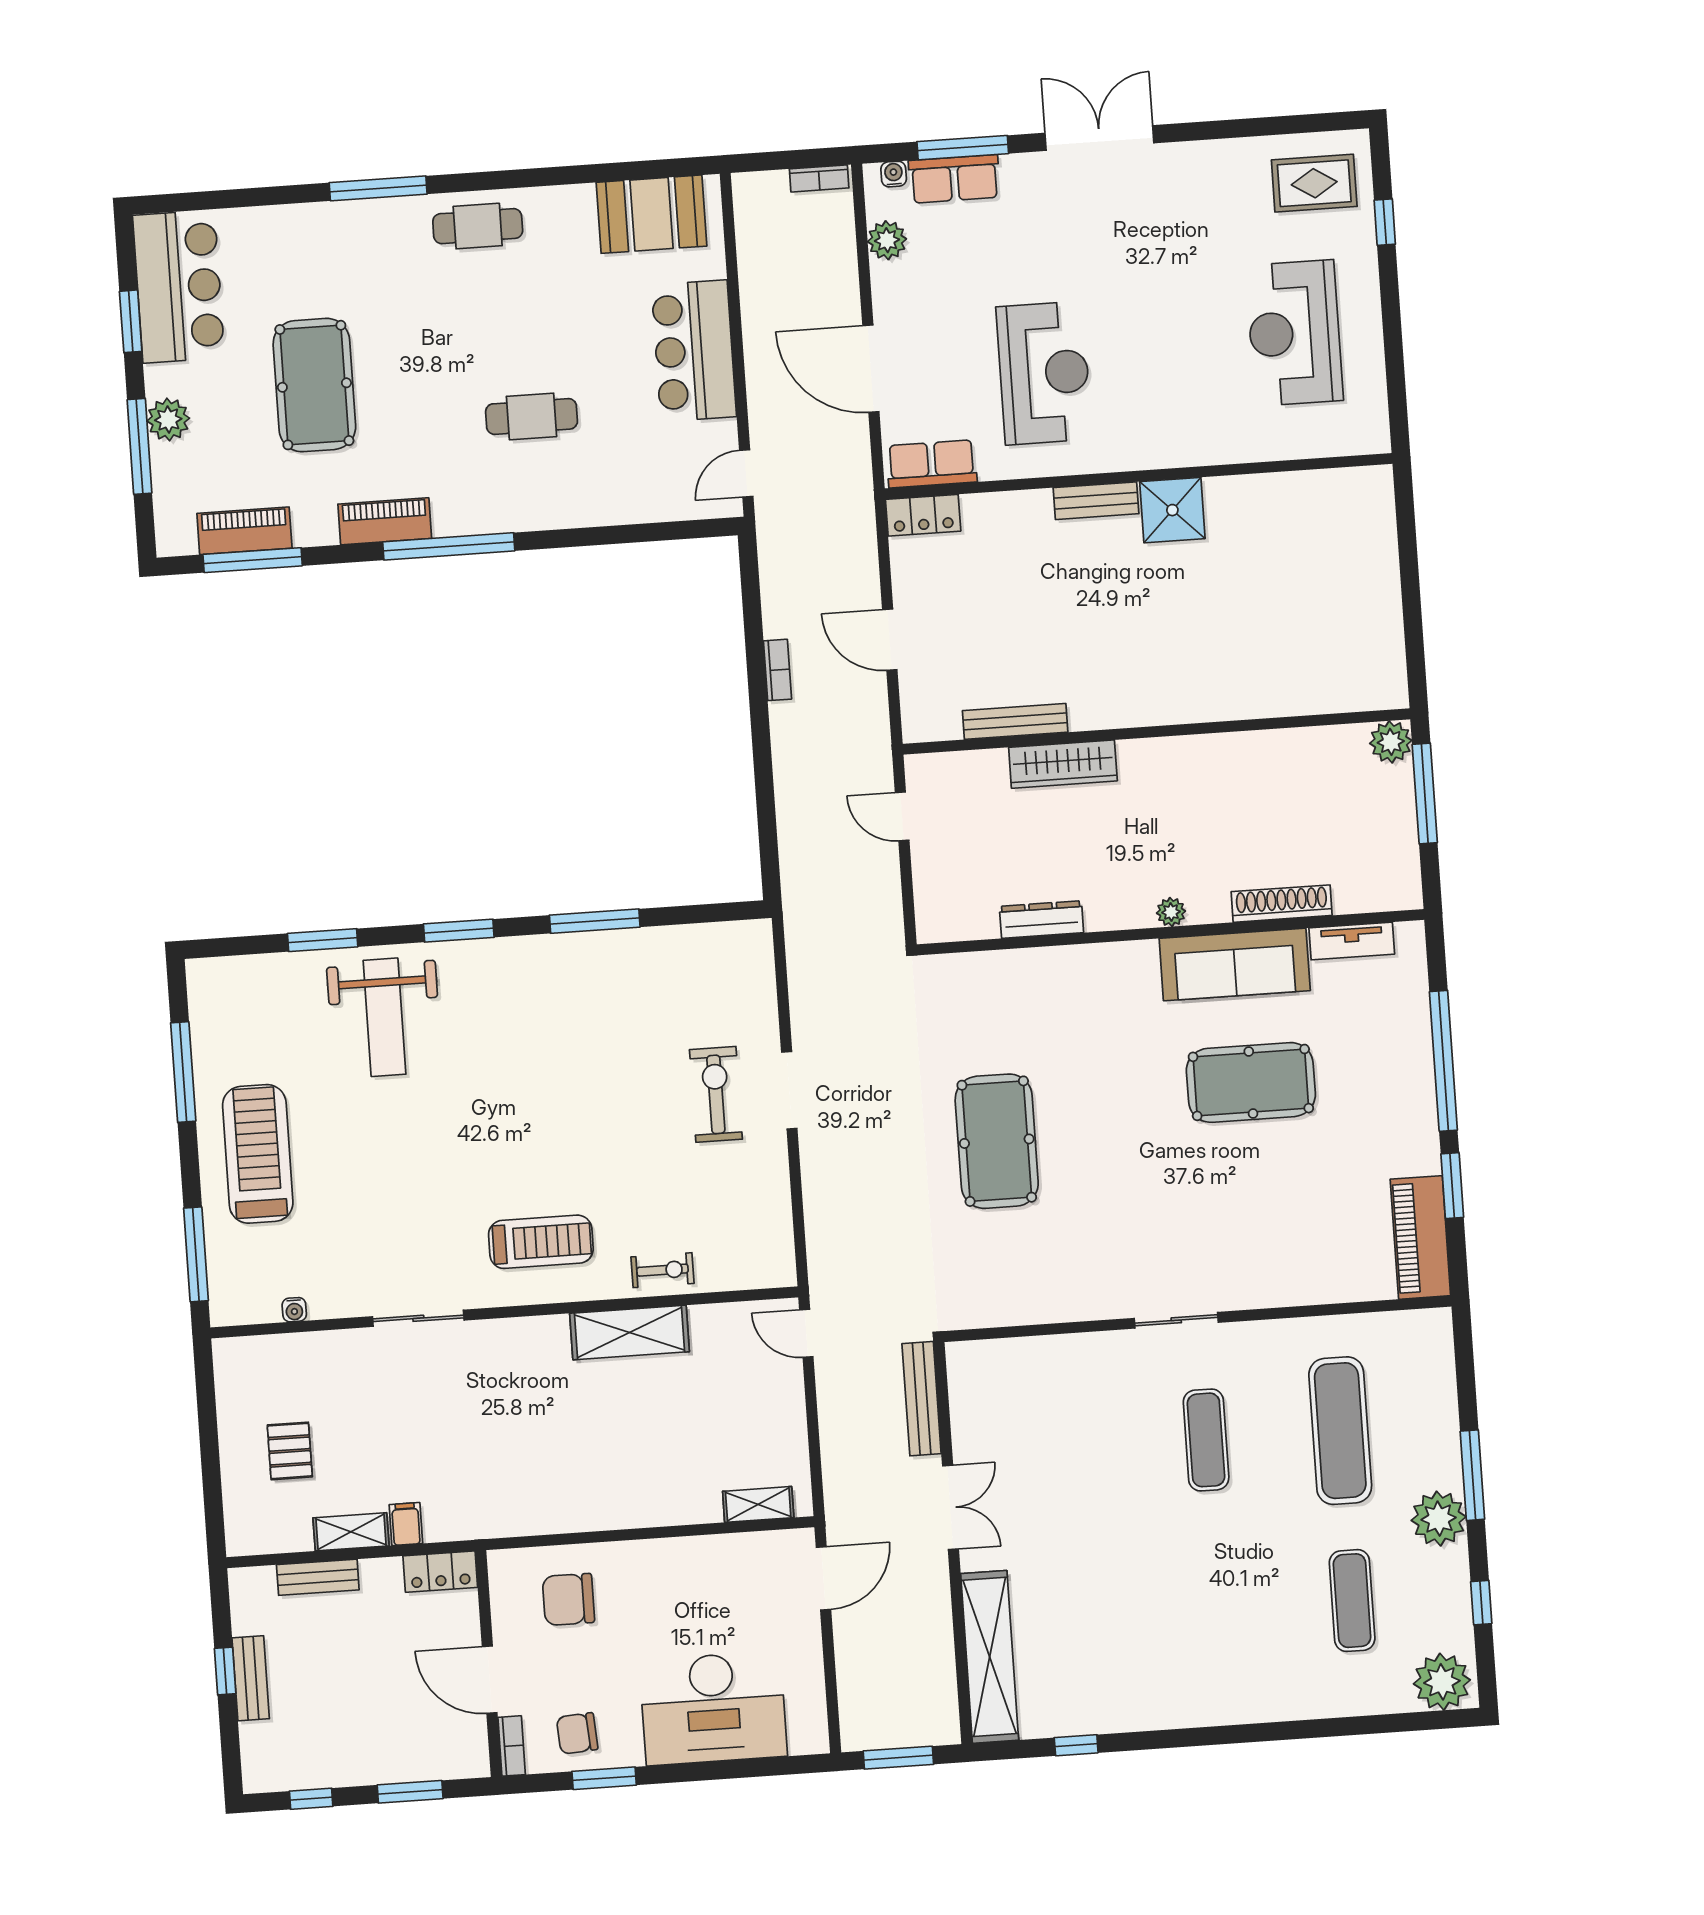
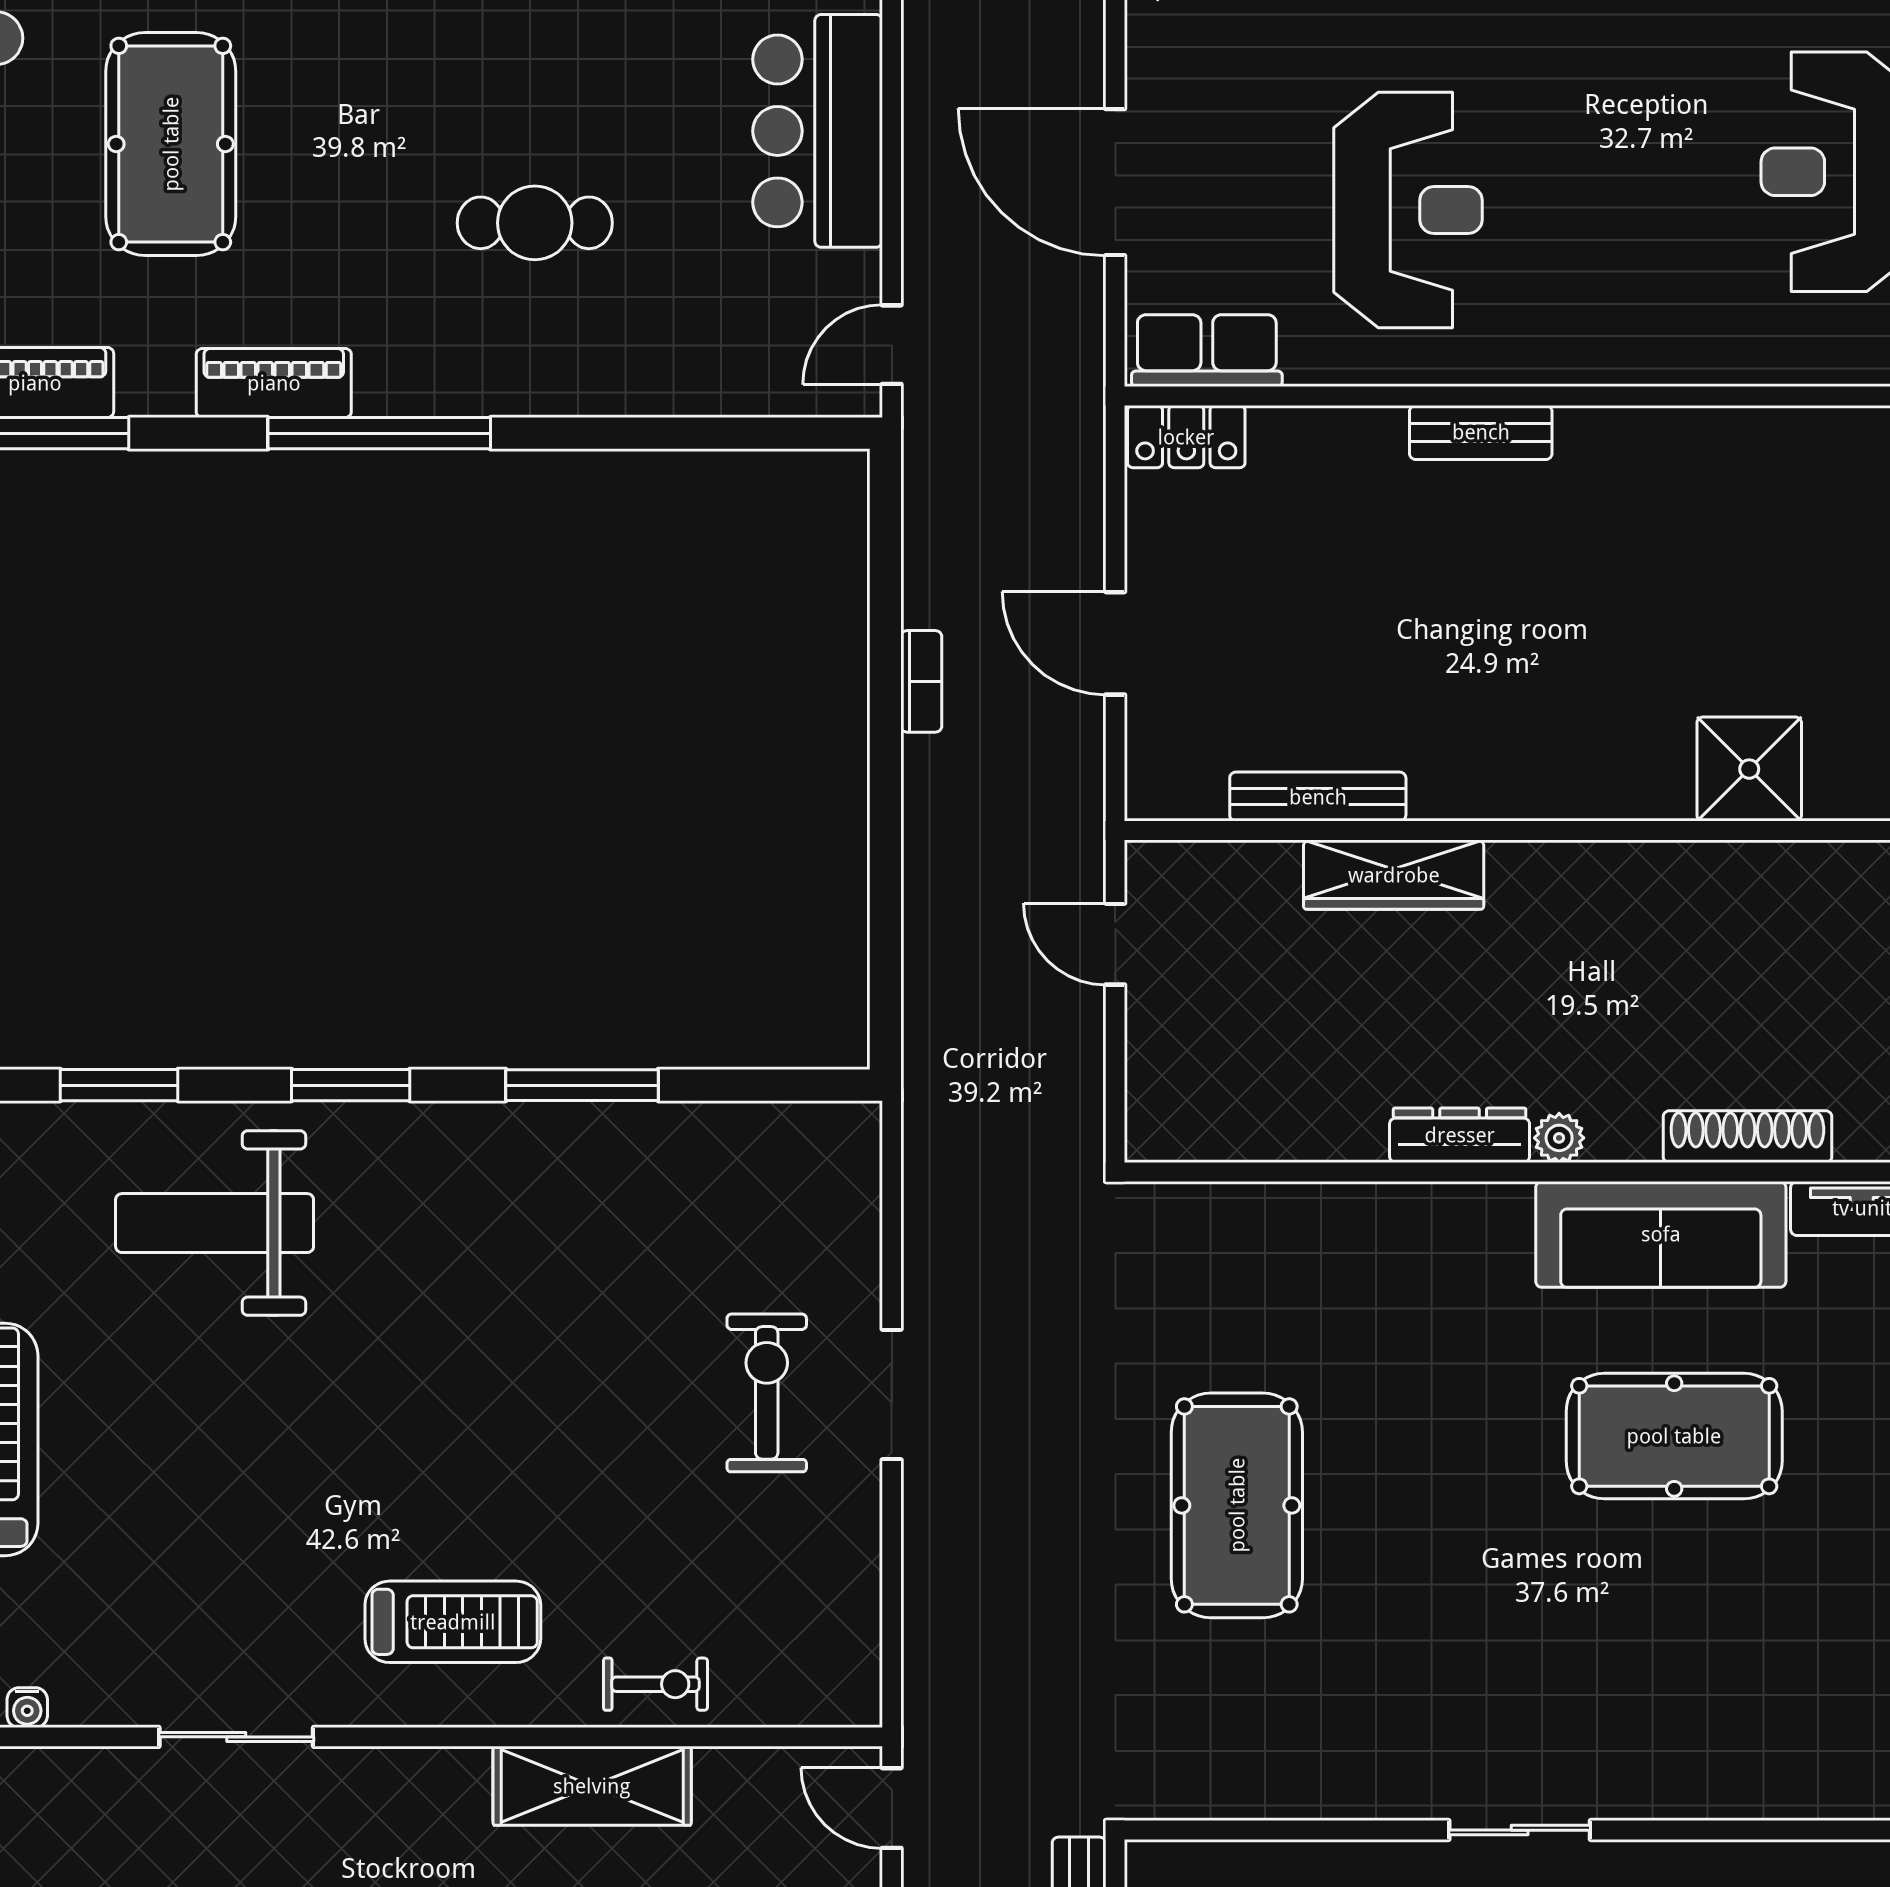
shower: (1172, 510) -> (1749, 769), moved
dresser: (1041, 920) -> (1460, 1135), moved
weight bench: (384, 1017) -> (215, 1223), turned 90

